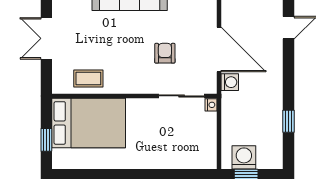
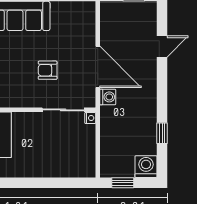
armchair: (165, 53) -> (48, 70), turned -90
washing machine: (244, 157) -> (146, 167), moved

